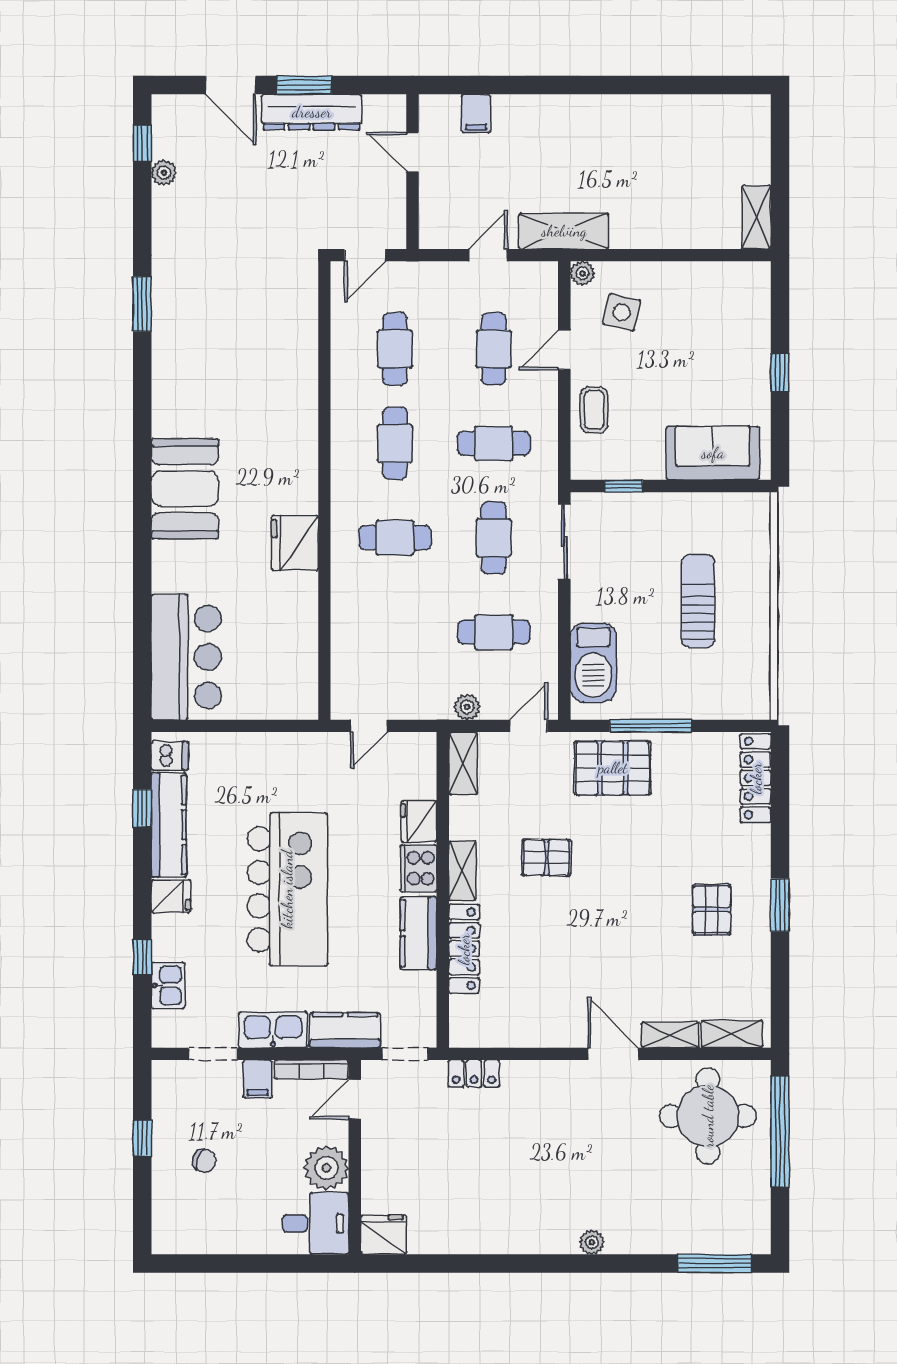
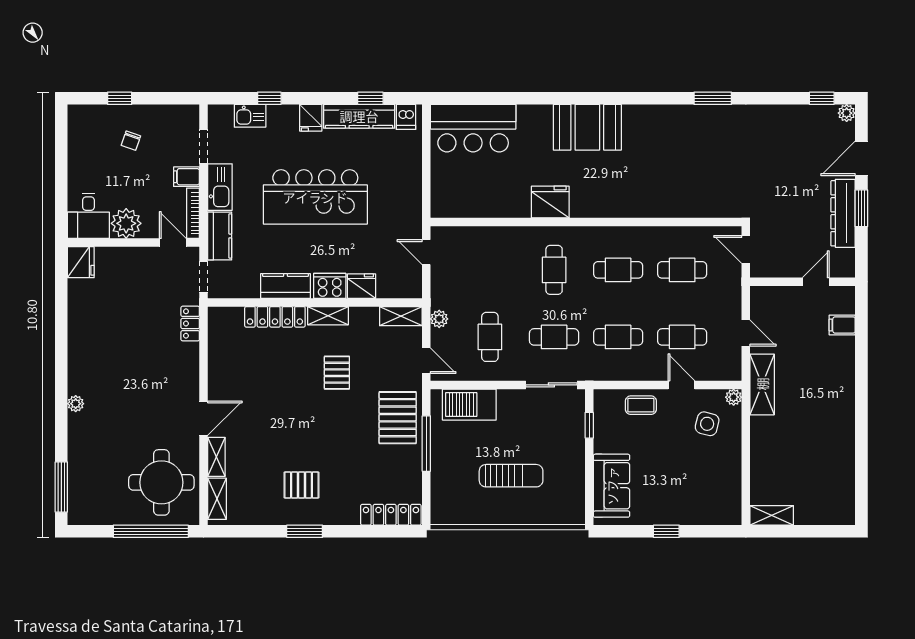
plant: (164, 173) -> (847, 113), moved
cafe table: (494, 443) -> (618, 337), turned 90
window: (142, 1138) -> (120, 98), moved

